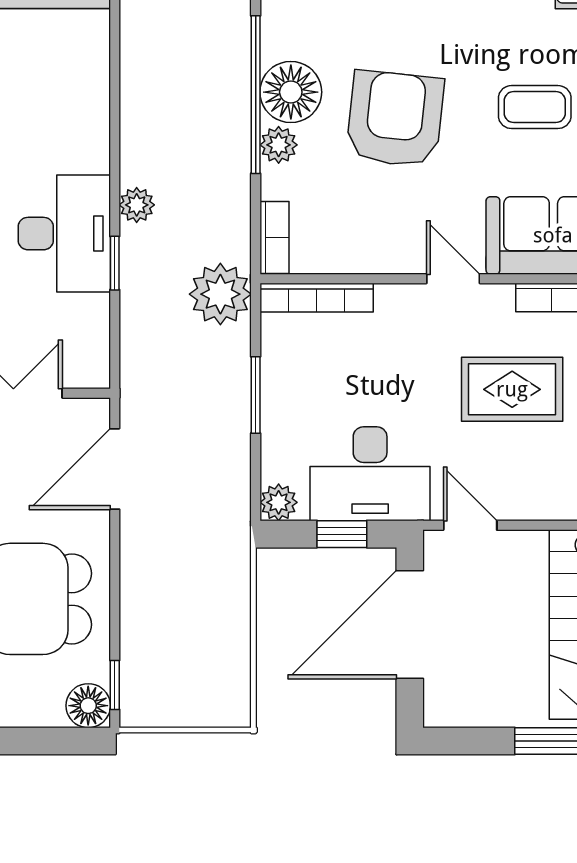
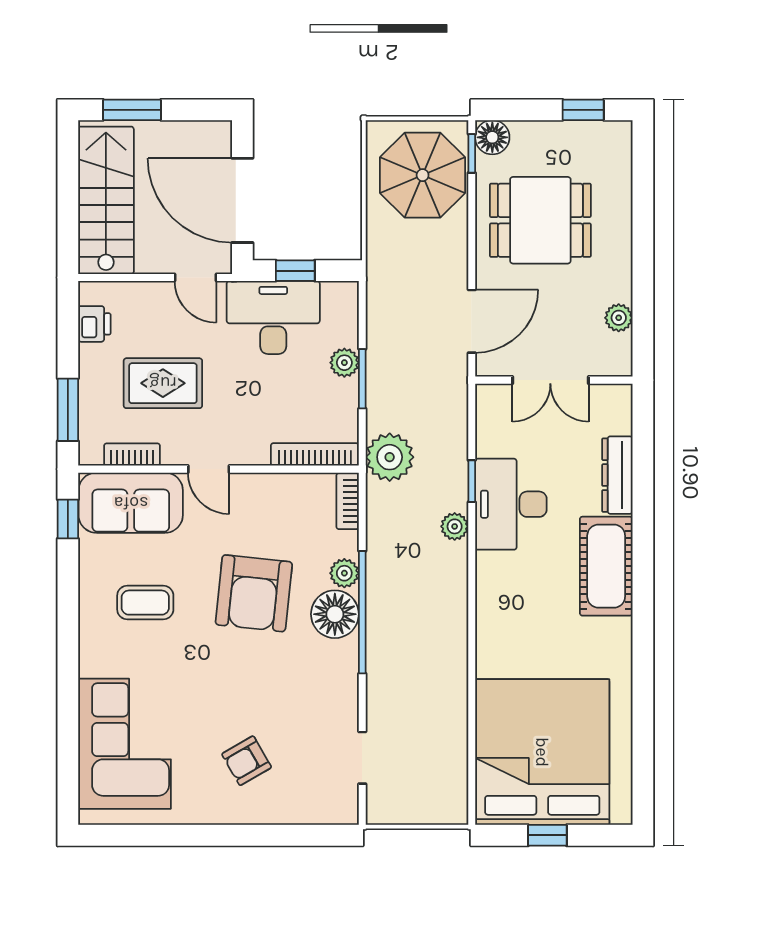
plant: (279, 502) -> (344, 363), moved
door: (410, 624) -> (242, 200), swing flipped
parasol: (178, 657) -> (423, 175), added

